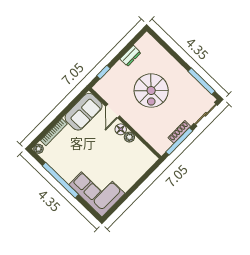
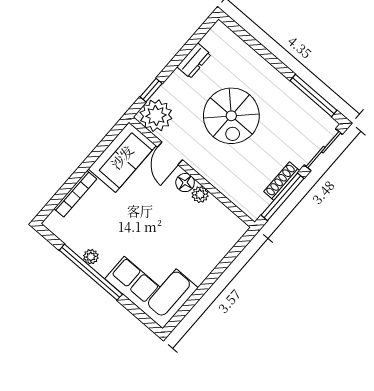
plant: (106, 88) -> (156, 116), added
plant: (39, 149) -> (91, 257), moved

